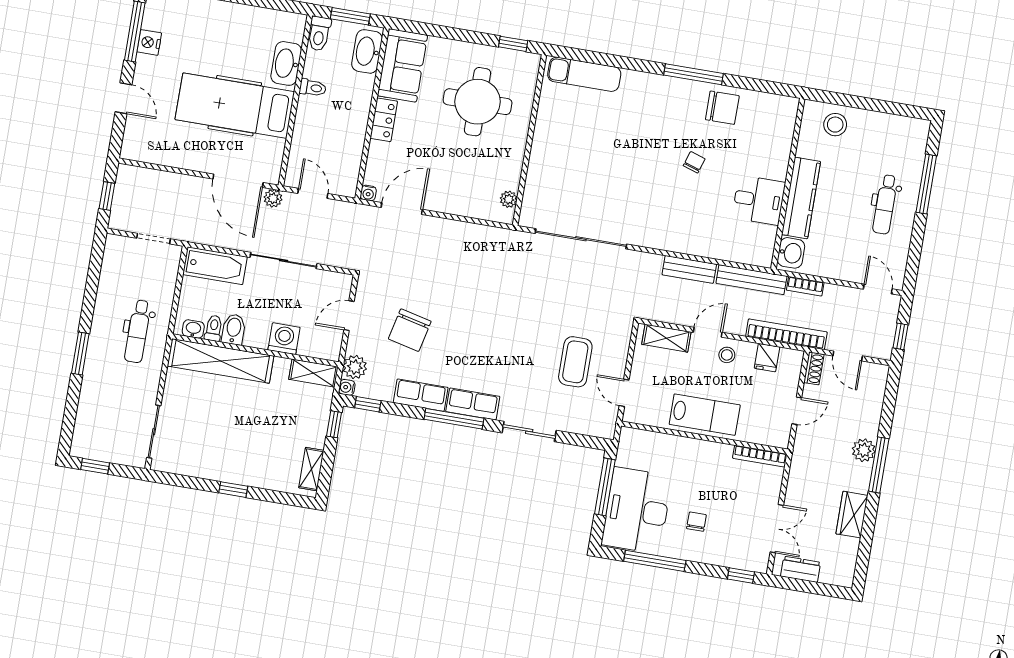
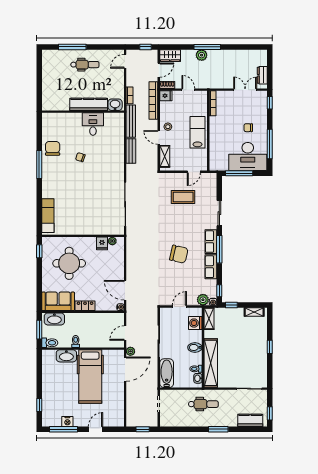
stool: (835, 125) -> (52, 94), removed
fridge: (507, 177) -> (102, 243), added
door: (349, 316) -> (179, 306), swing flipped
bidet: (234, 329) -> (195, 347), moved
chair: (410, 330) -> (179, 254), moved
washing machine: (284, 339) -> (195, 323), moved
fridge: (767, 358) -> (166, 96), moved
kitchen counter: (87, 423) -> (250, 420), added
wardrobe: (852, 515) -> (170, 56), moved

